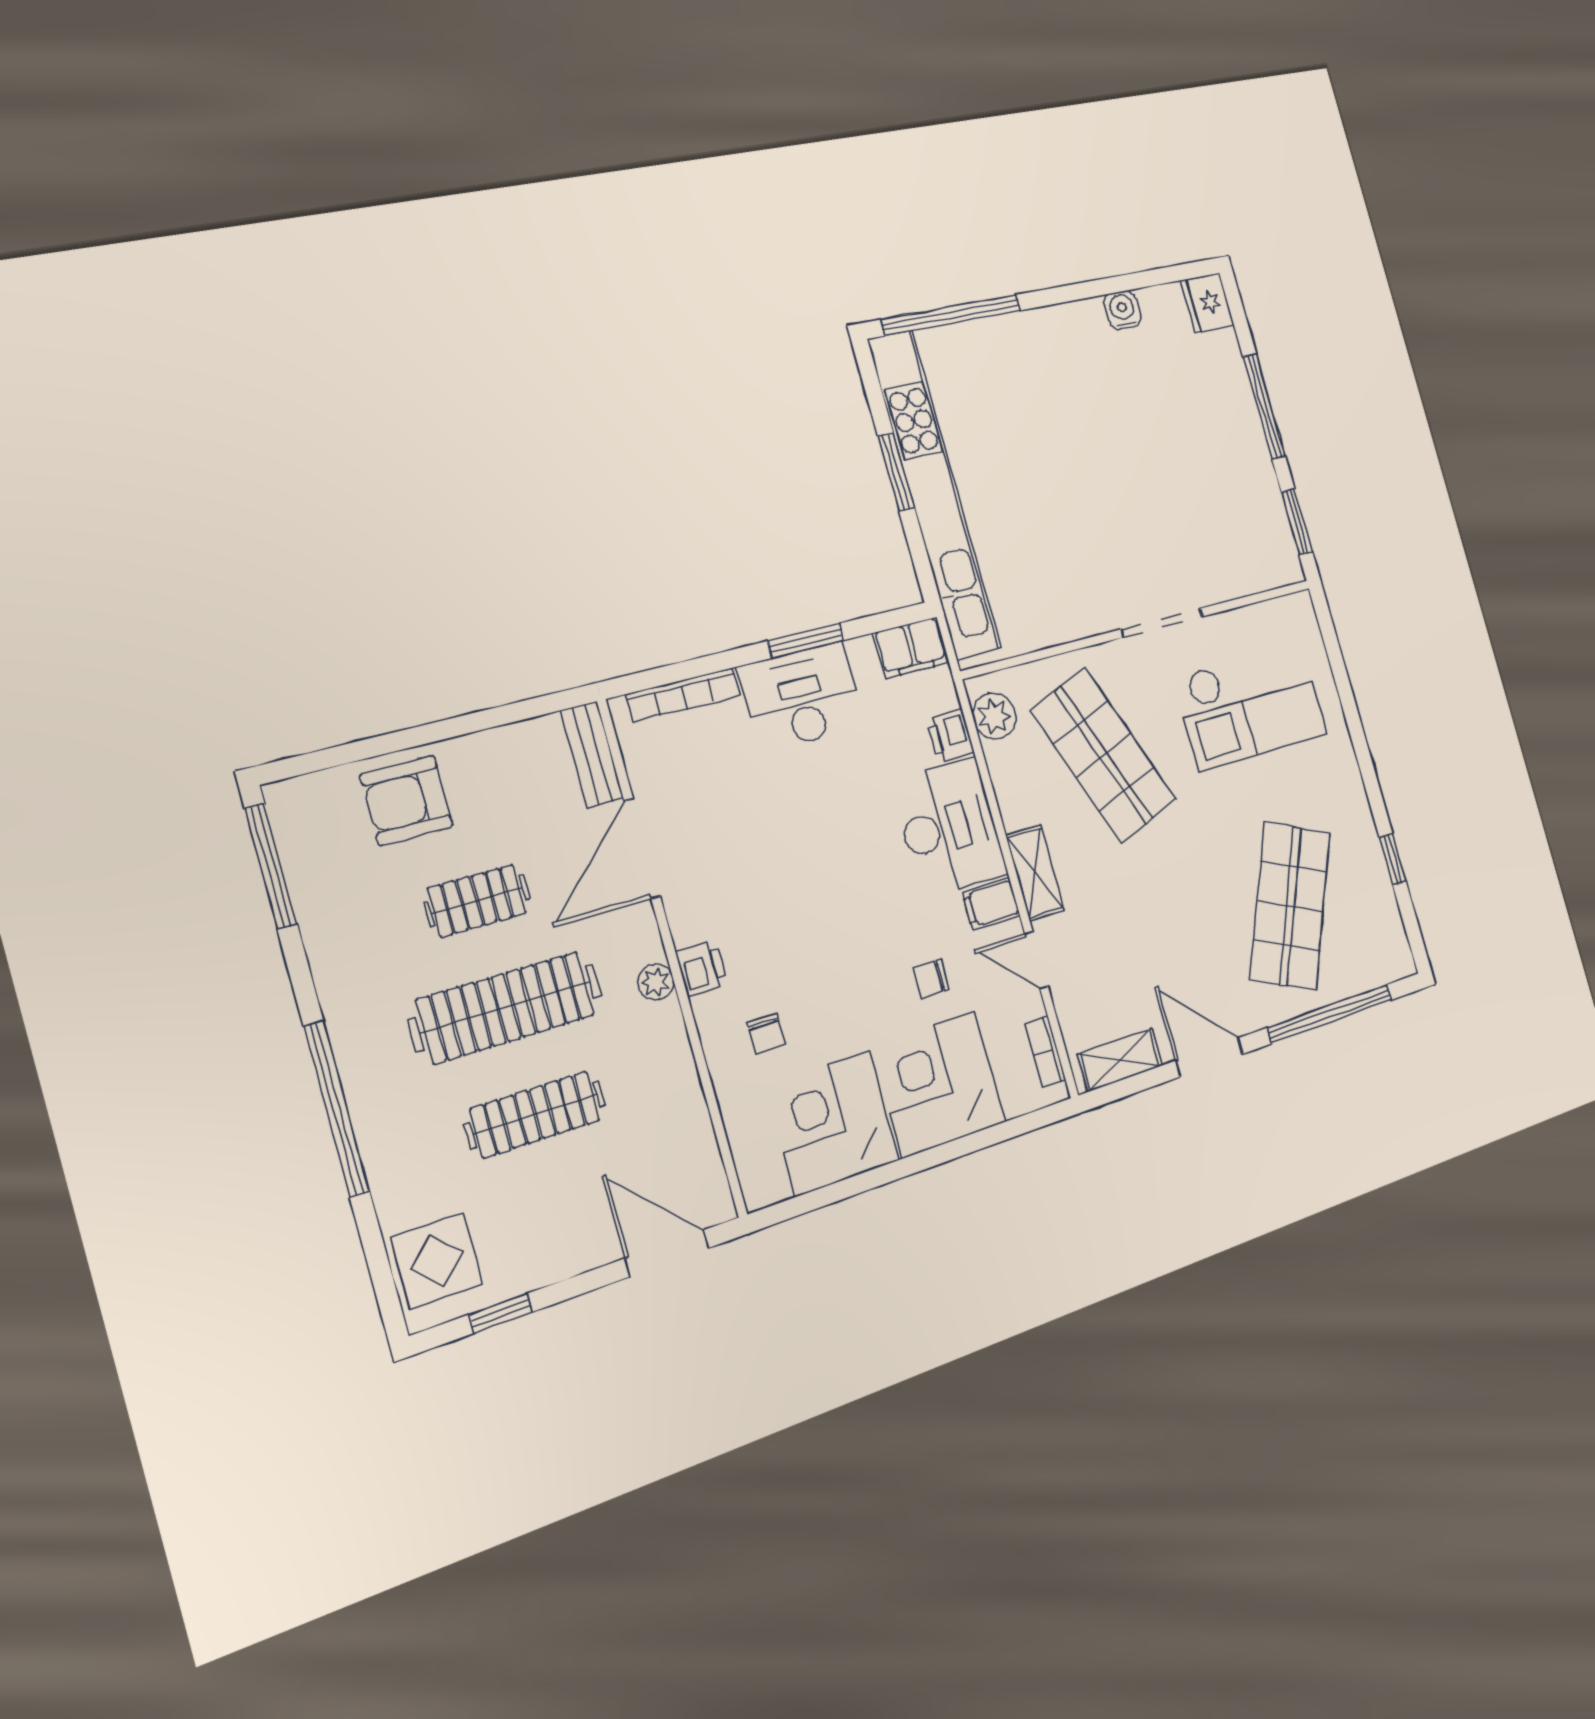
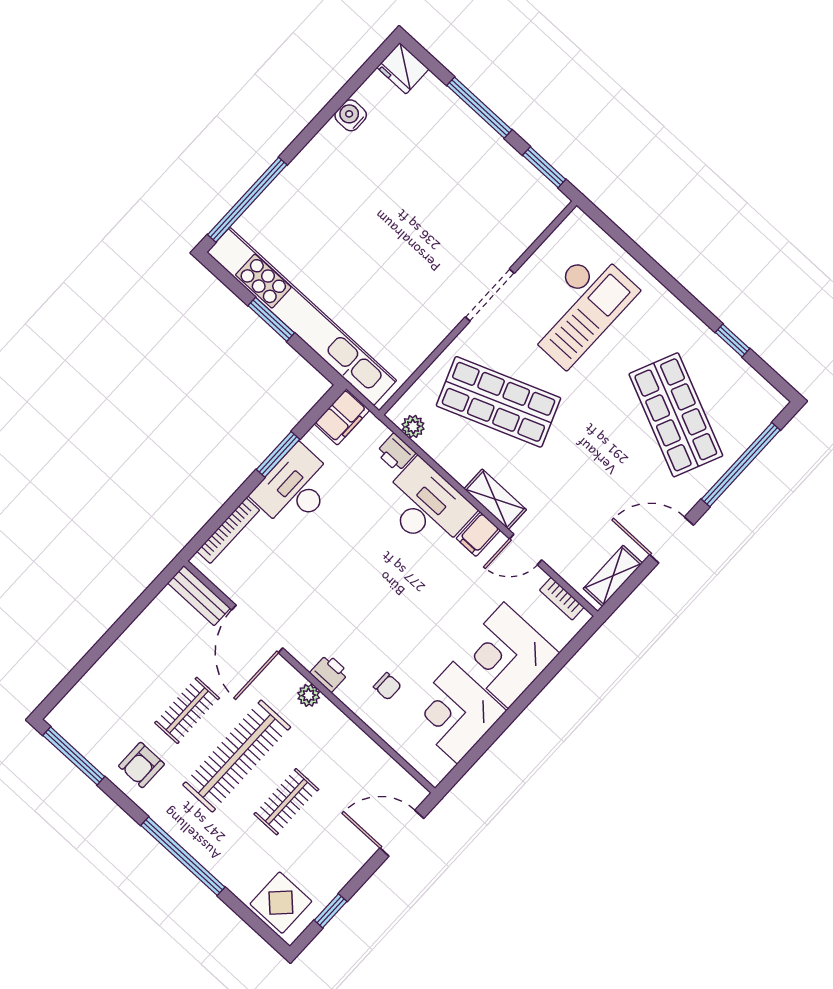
plant: (994, 716) -> (413, 427), width x0.73, depth x0.73
armchair: (406, 800) -> (141, 765), moved, width x0.72, depth x0.72
chair: (931, 979) -> (467, 599), removed
clothes rail: (535, 1115) -> (286, 802), width x0.73

